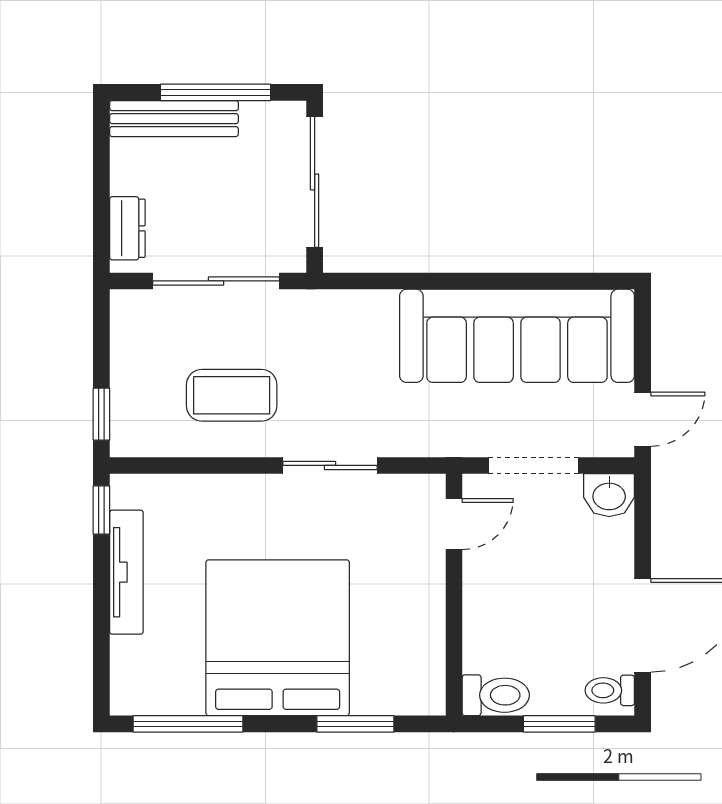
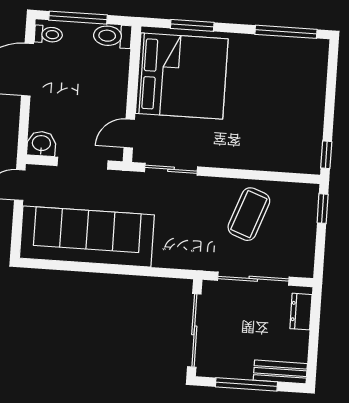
bench: (174, 119) -> (280, 372), width x0.73
coffee table: (232, 395) -> (249, 214), turned -70
sliding door: (330, 465) -> (171, 169), moved
tv unit: (126, 572) -> (315, 119), removed
bed: (278, 638) -> (182, 76), moved, turned -90
window: (559, 724) -> (78, 18), width x1.44

